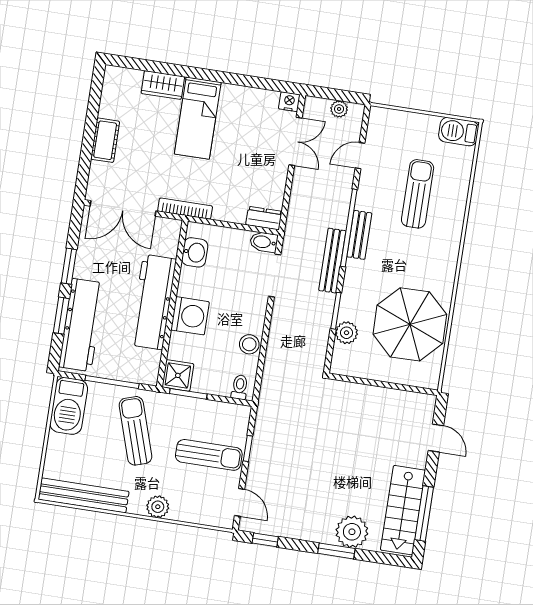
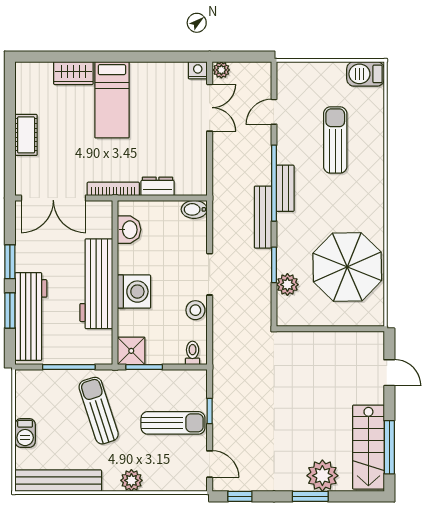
plant: (339, 109) -> (221, 70), moved
dresser: (264, 218) -> (157, 186), moved
doorway: (275, 276) -> (210, 274), moved
barbecue: (69, 406) -> (25, 433), moved, width x0.53, depth x0.65

